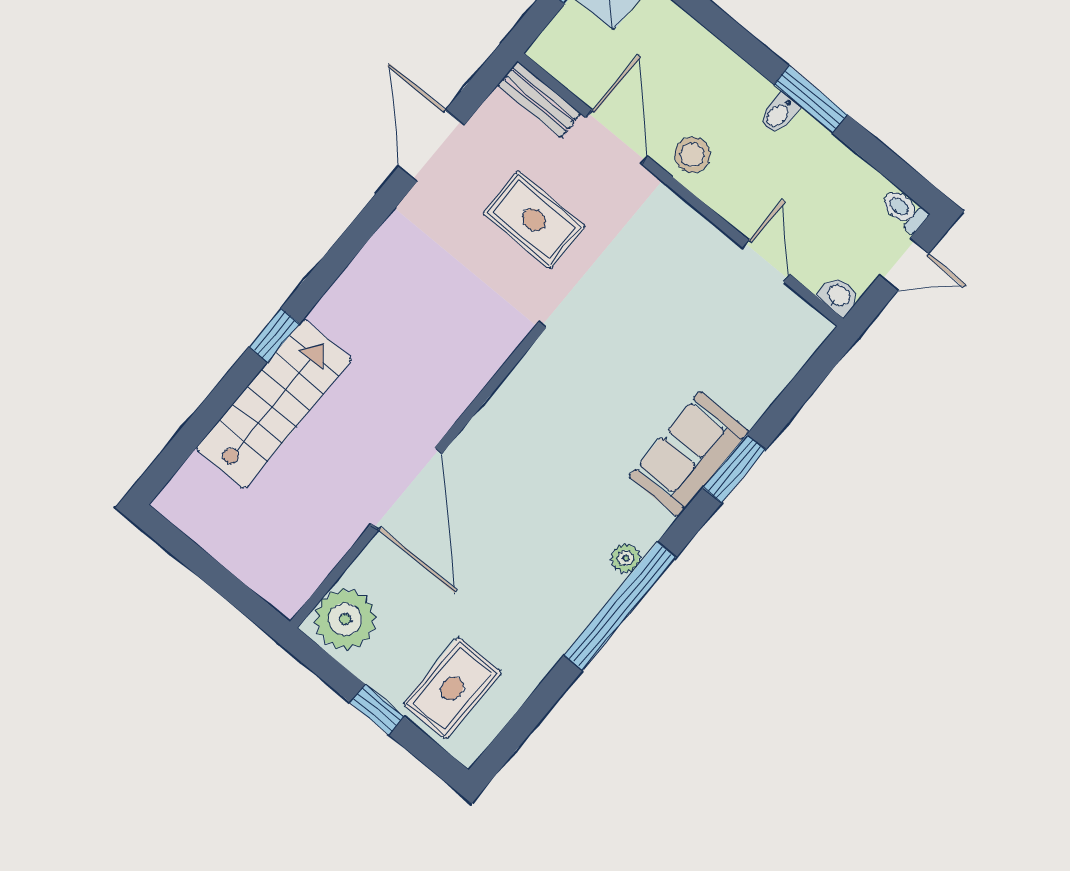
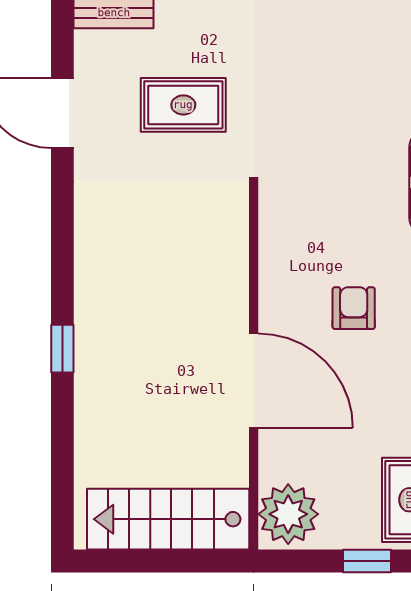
stairs: (274, 404) -> (168, 519), moved, turned -90
armchair: (536, 497) -> (354, 308), added

